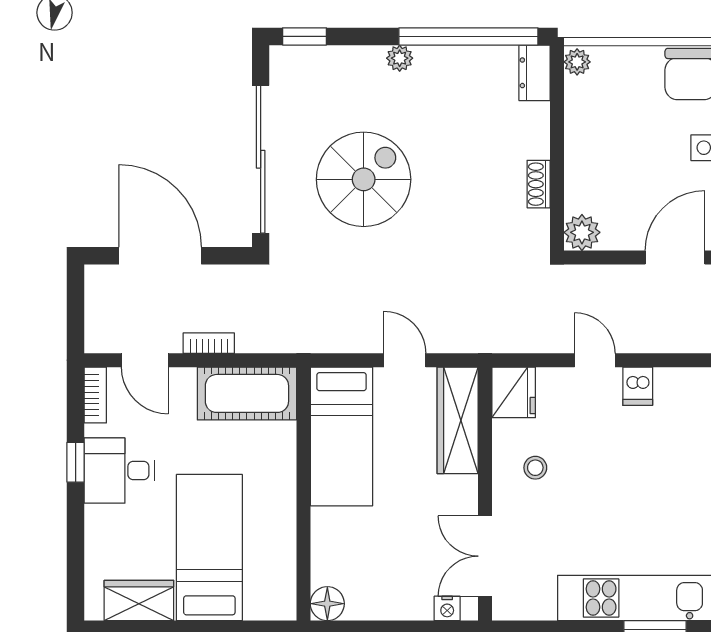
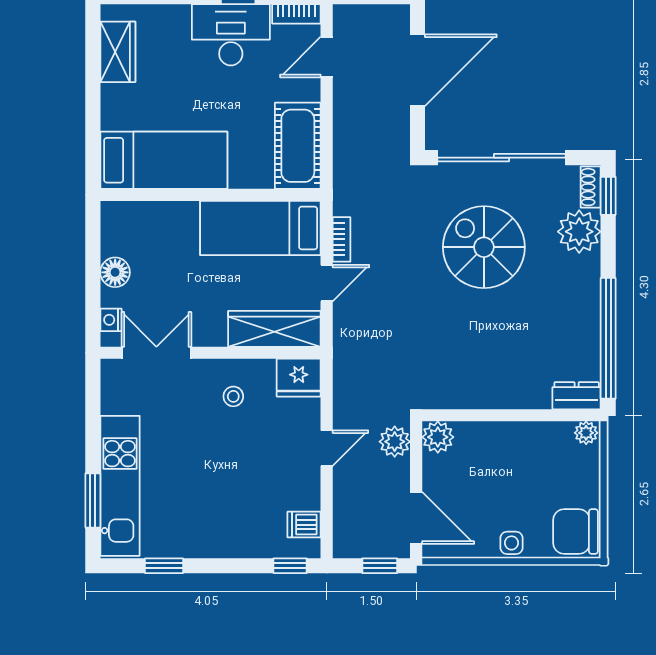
plant: (400, 58) -> (579, 232), moved, width x1.87, depth x1.87
spiral stairs: (364, 179) -> (484, 247), turned 180
shoe rack: (539, 184) -> (591, 187), moved, turned -90
plant: (587, 282) -> (395, 442), added
bookcase: (209, 343) -> (342, 239), moved
dishwasher: (638, 386) -> (304, 525), moved
desk: (119, 471) -> (231, 35), width x1.37
bed: (209, 548) -> (164, 160), moved
floor lamp: (327, 604) -> (115, 272), moved

